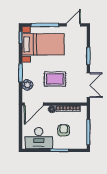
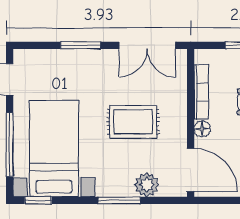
rug: (55, 79) -> (133, 122), turned 90
double door: (88, 85) -> (147, 45), swing flipped

